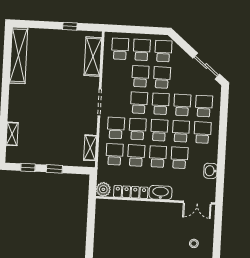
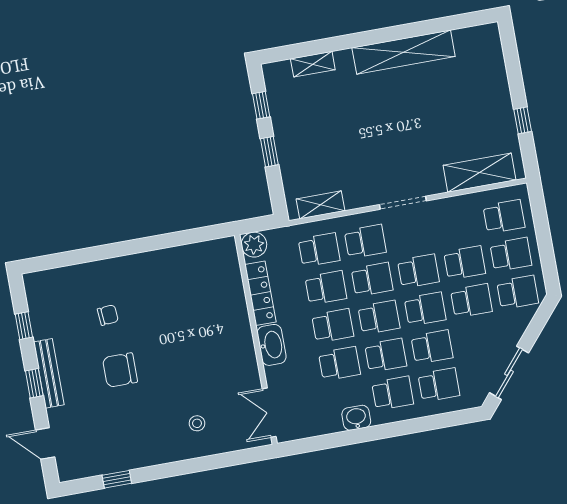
shelving: (19, 55) -> (404, 52), moved
washbasin: (211, 171) -> (356, 418), moved

